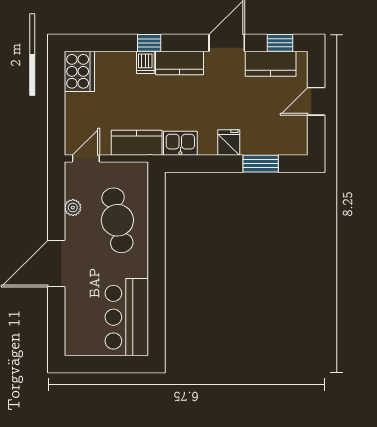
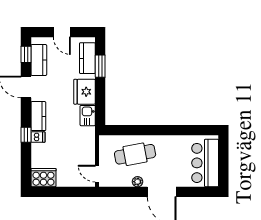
fridge: (229, 142) -> (85, 92), width x1.88, depth x1.34
kitchen counter: (137, 143) -> (87, 58), moved
plant: (73, 208) -> (138, 182), moved
bar counter: (127, 317) -> (205, 163), moved, turned 90

